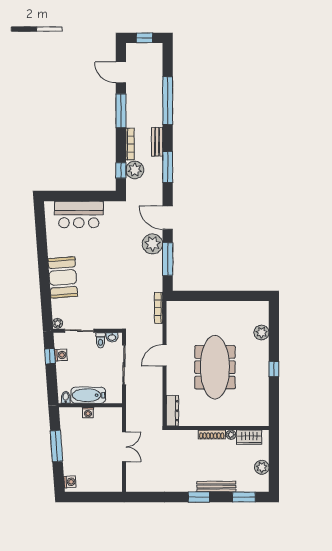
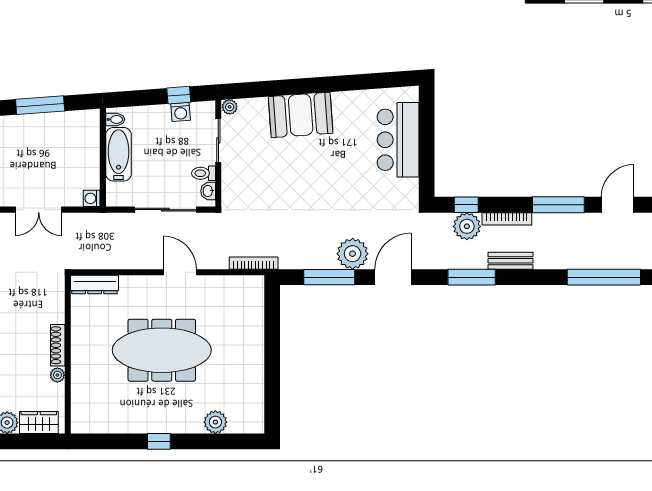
window: (168, 101) -> (604, 277), moved
washing machine: (88, 413) -> (92, 198), moved
wardrobe: (249, 437) -> (39, 422), moved, turned 90

